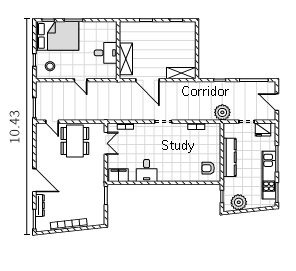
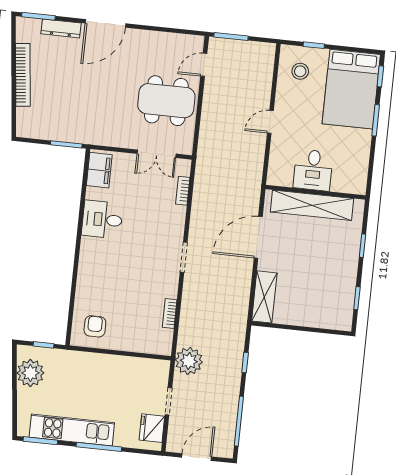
shelving: (126, 59) -> (312, 205), width x1.47
kitchen counter: (230, 157) -> (110, 365), removed

